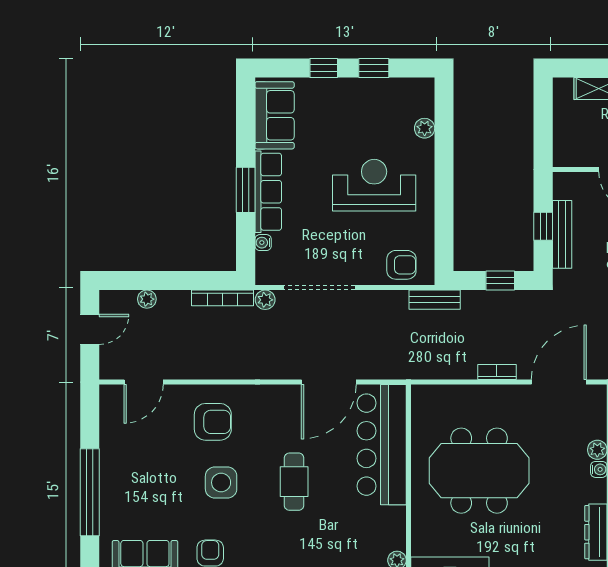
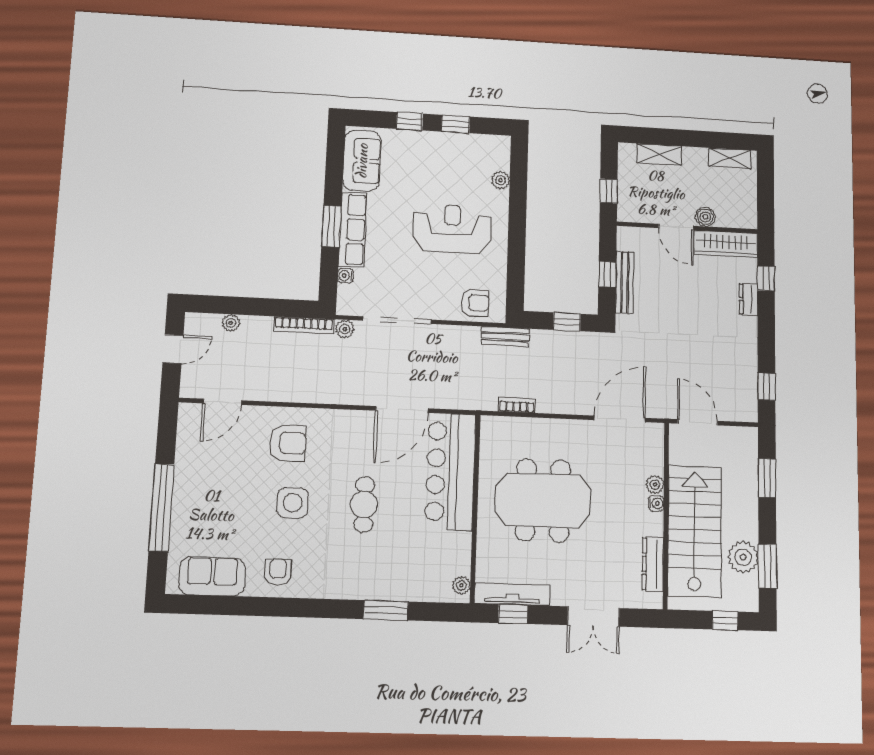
window: (543, 133) -> (609, 191), added
bookcase: (497, 372) -> (517, 405), moved

